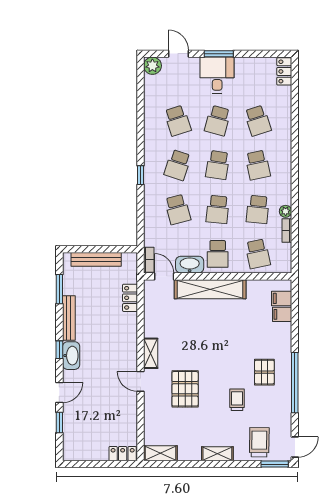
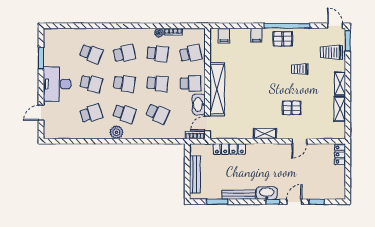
window: (219, 54) -> (41, 58), moved
plant: (152, 66) -> (116, 132), moved
locker: (284, 71) -> (54, 34), removed
desk: (217, 75) -> (57, 84), width x1.37
school desk: (258, 121) -> (91, 54), turned 39
window: (141, 175) -> (132, 141), removed
school desk: (178, 209) -> (157, 113), turned 39
locker: (130, 298) -> (229, 149), width x1.53
filing cabinet: (282, 314) -> (256, 35), moved
window: (59, 350) -> (273, 202), moved
pallet: (264, 372) -> (283, 39), moved
door: (141, 381) -> (299, 141), moved
pallet: (185, 389) -> (292, 108), width x0.67, depth x0.71
door: (59, 392) -> (294, 202), hinge flipped
shelving: (160, 453) -> (340, 109), moved

